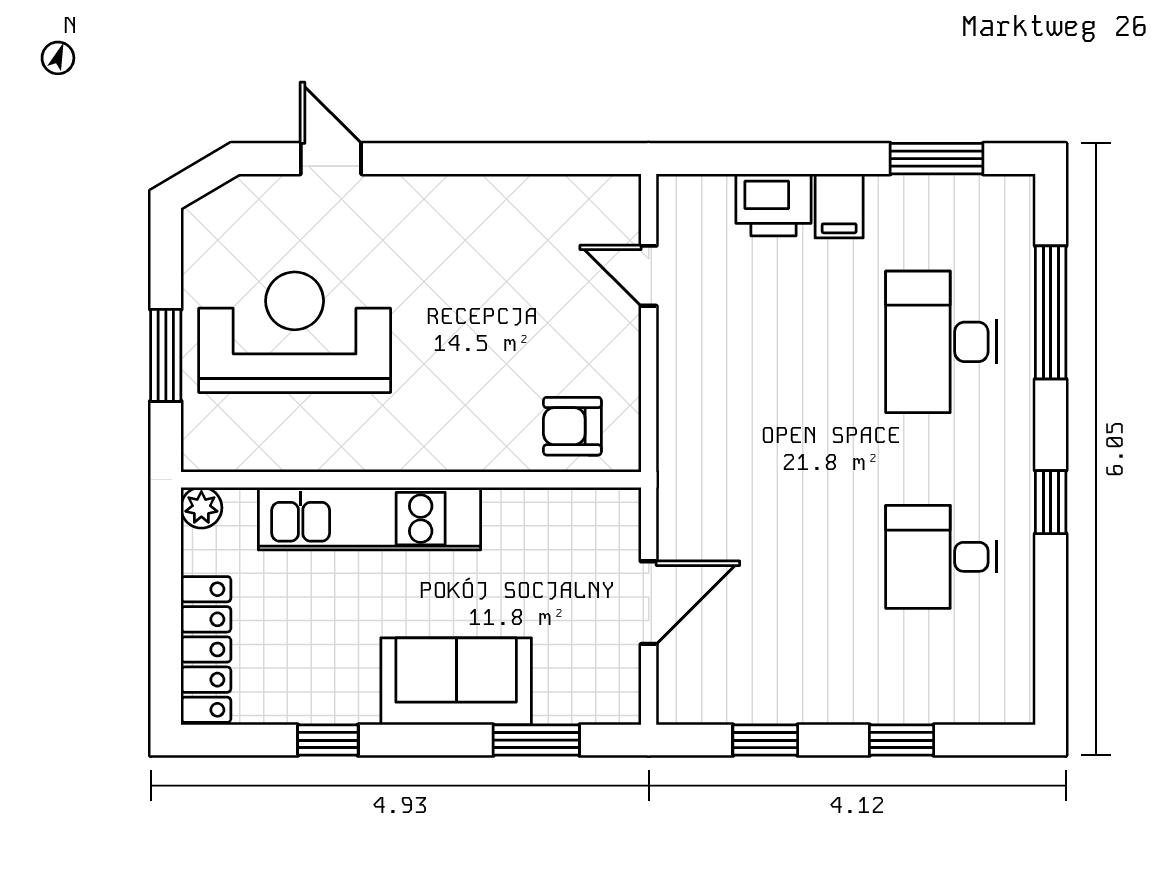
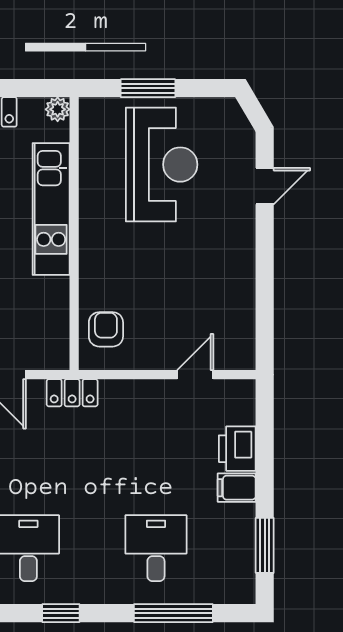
desk: (941, 342) -> (156, 548), width x0.73
locker: (679, 483) -> (72, 393), added

